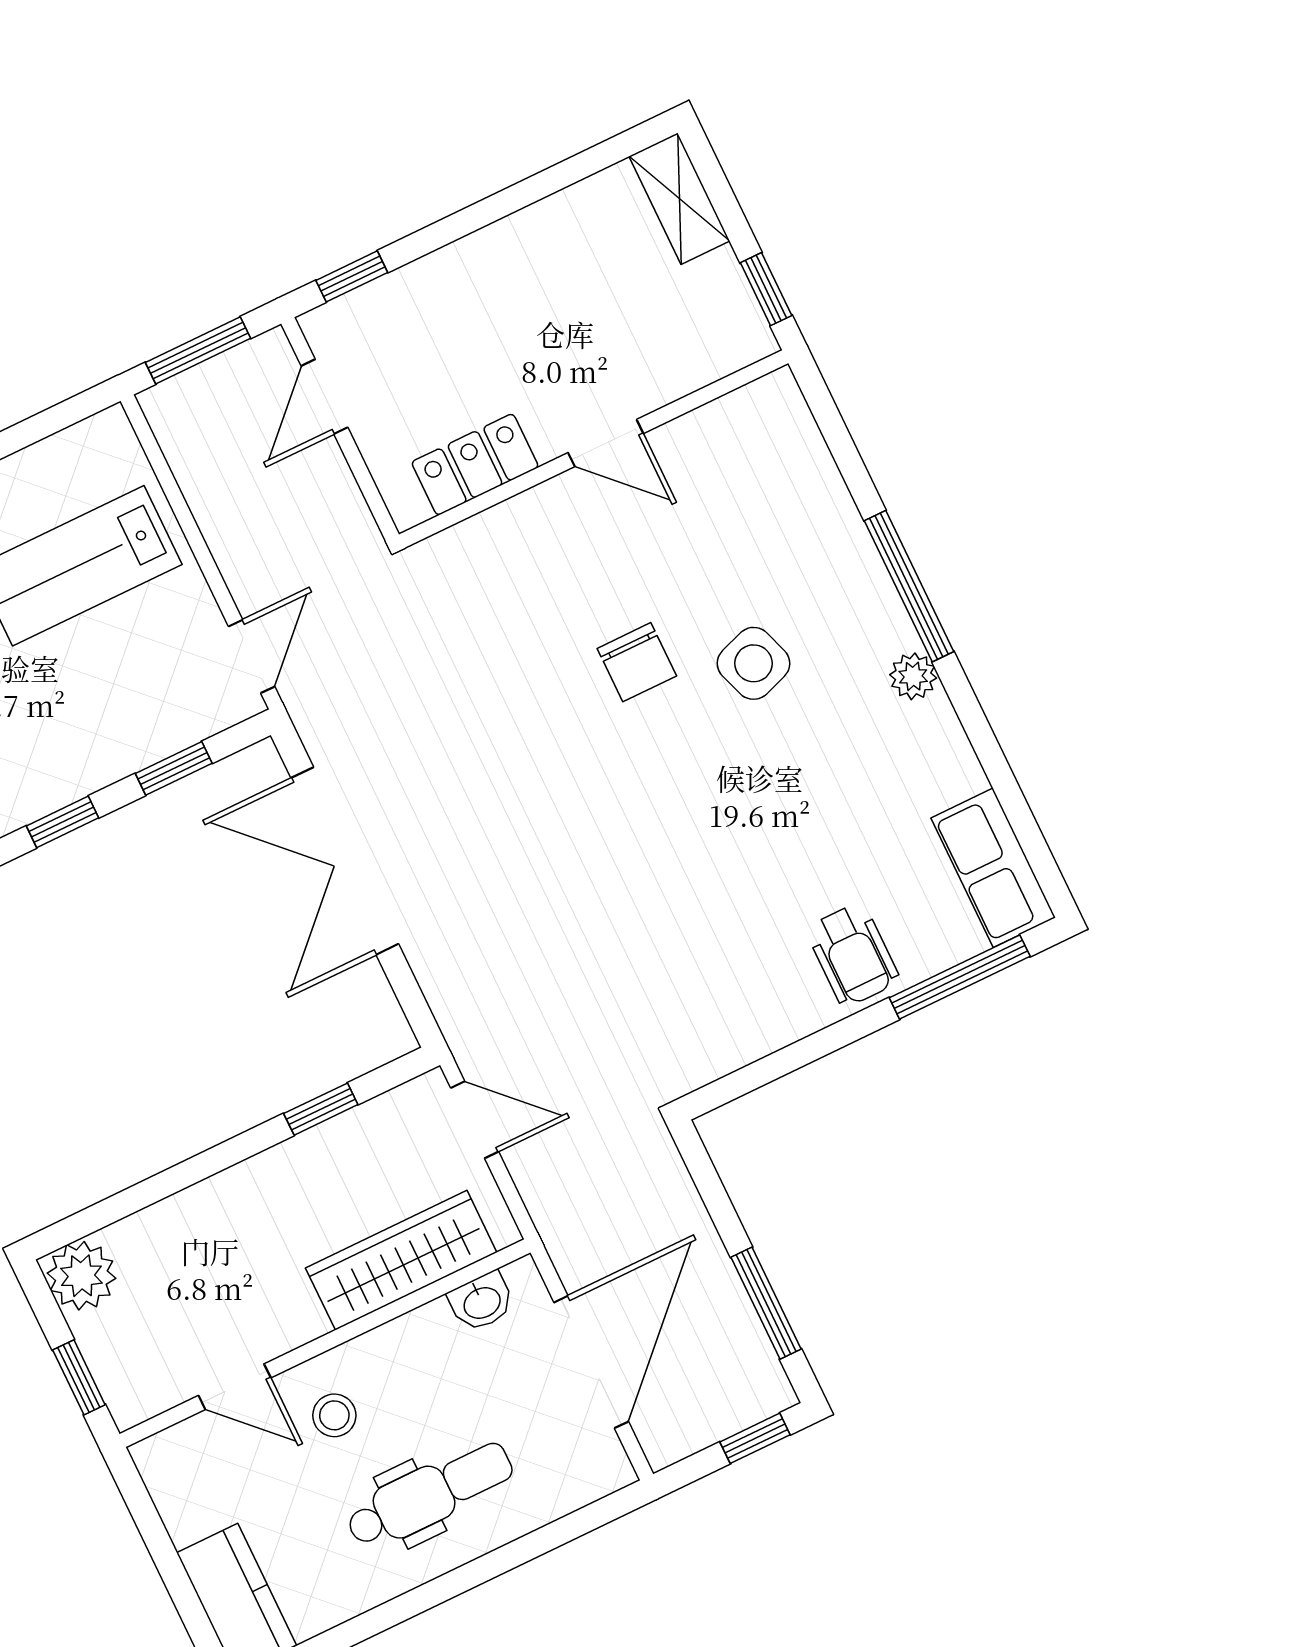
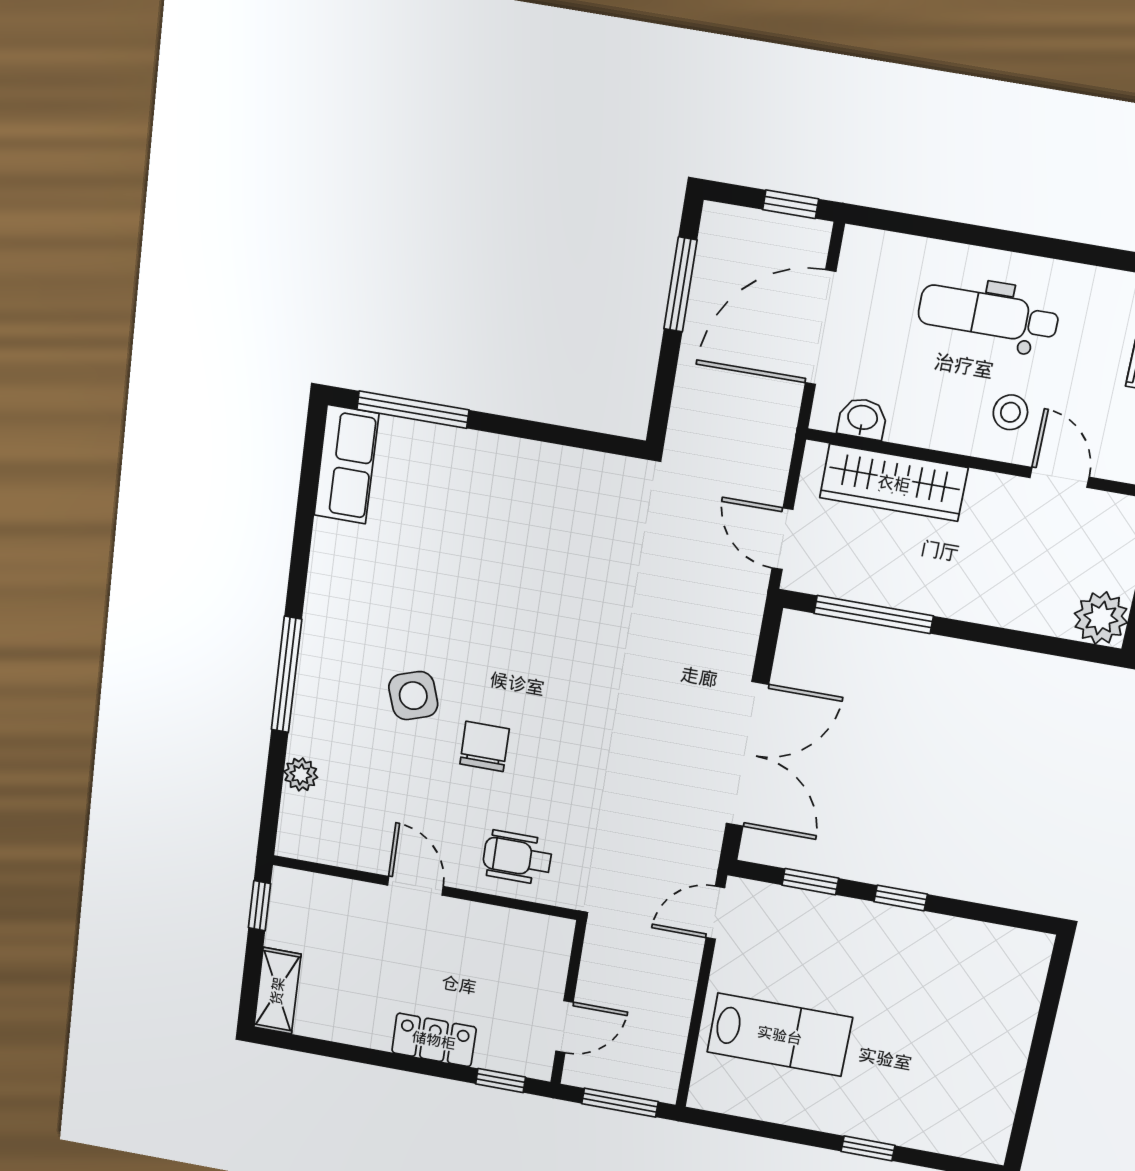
locker: (475, 465) -> (434, 1040), moved, turned 180
plant: (913, 676) -> (301, 774), moved
wheelchair: (853, 955) -> (517, 857), moved, turned -90
window: (321, 1109) -> (874, 615), width x2.17
window: (755, 1438) -> (791, 204), moved

